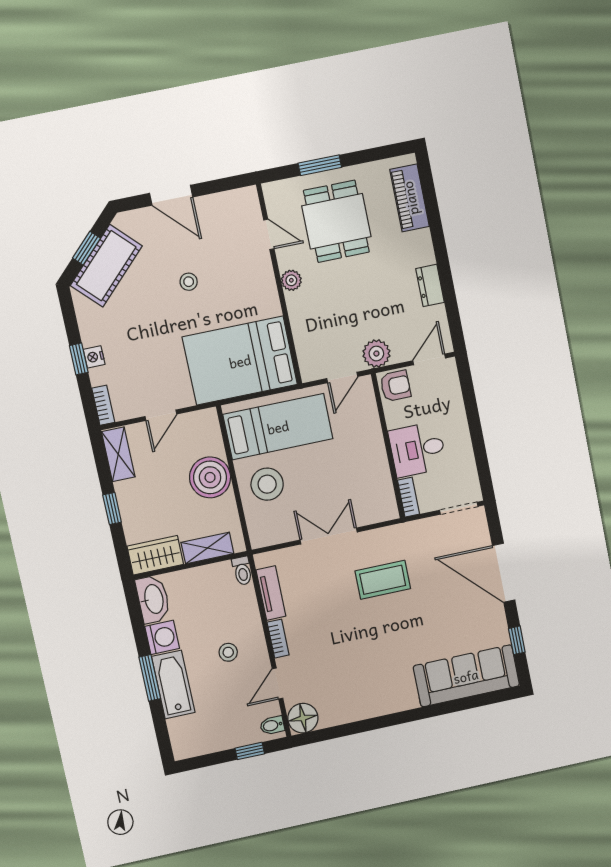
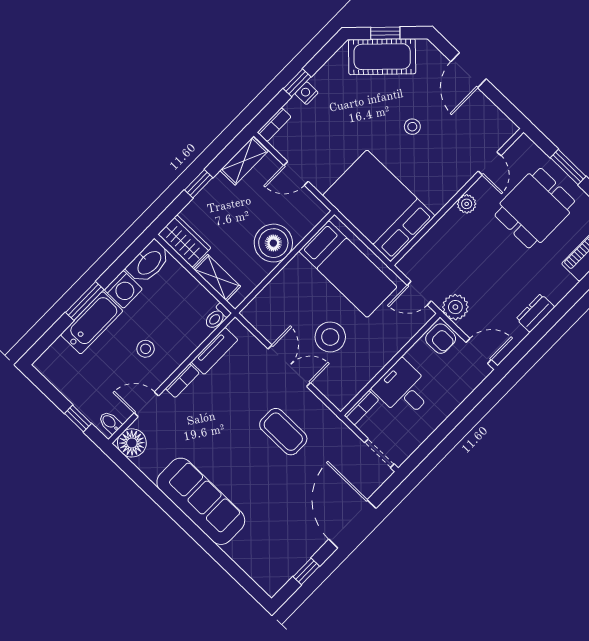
stool: (267, 484) -> (330, 337), moved
sofa: (466, 676) -> (201, 501), moved

